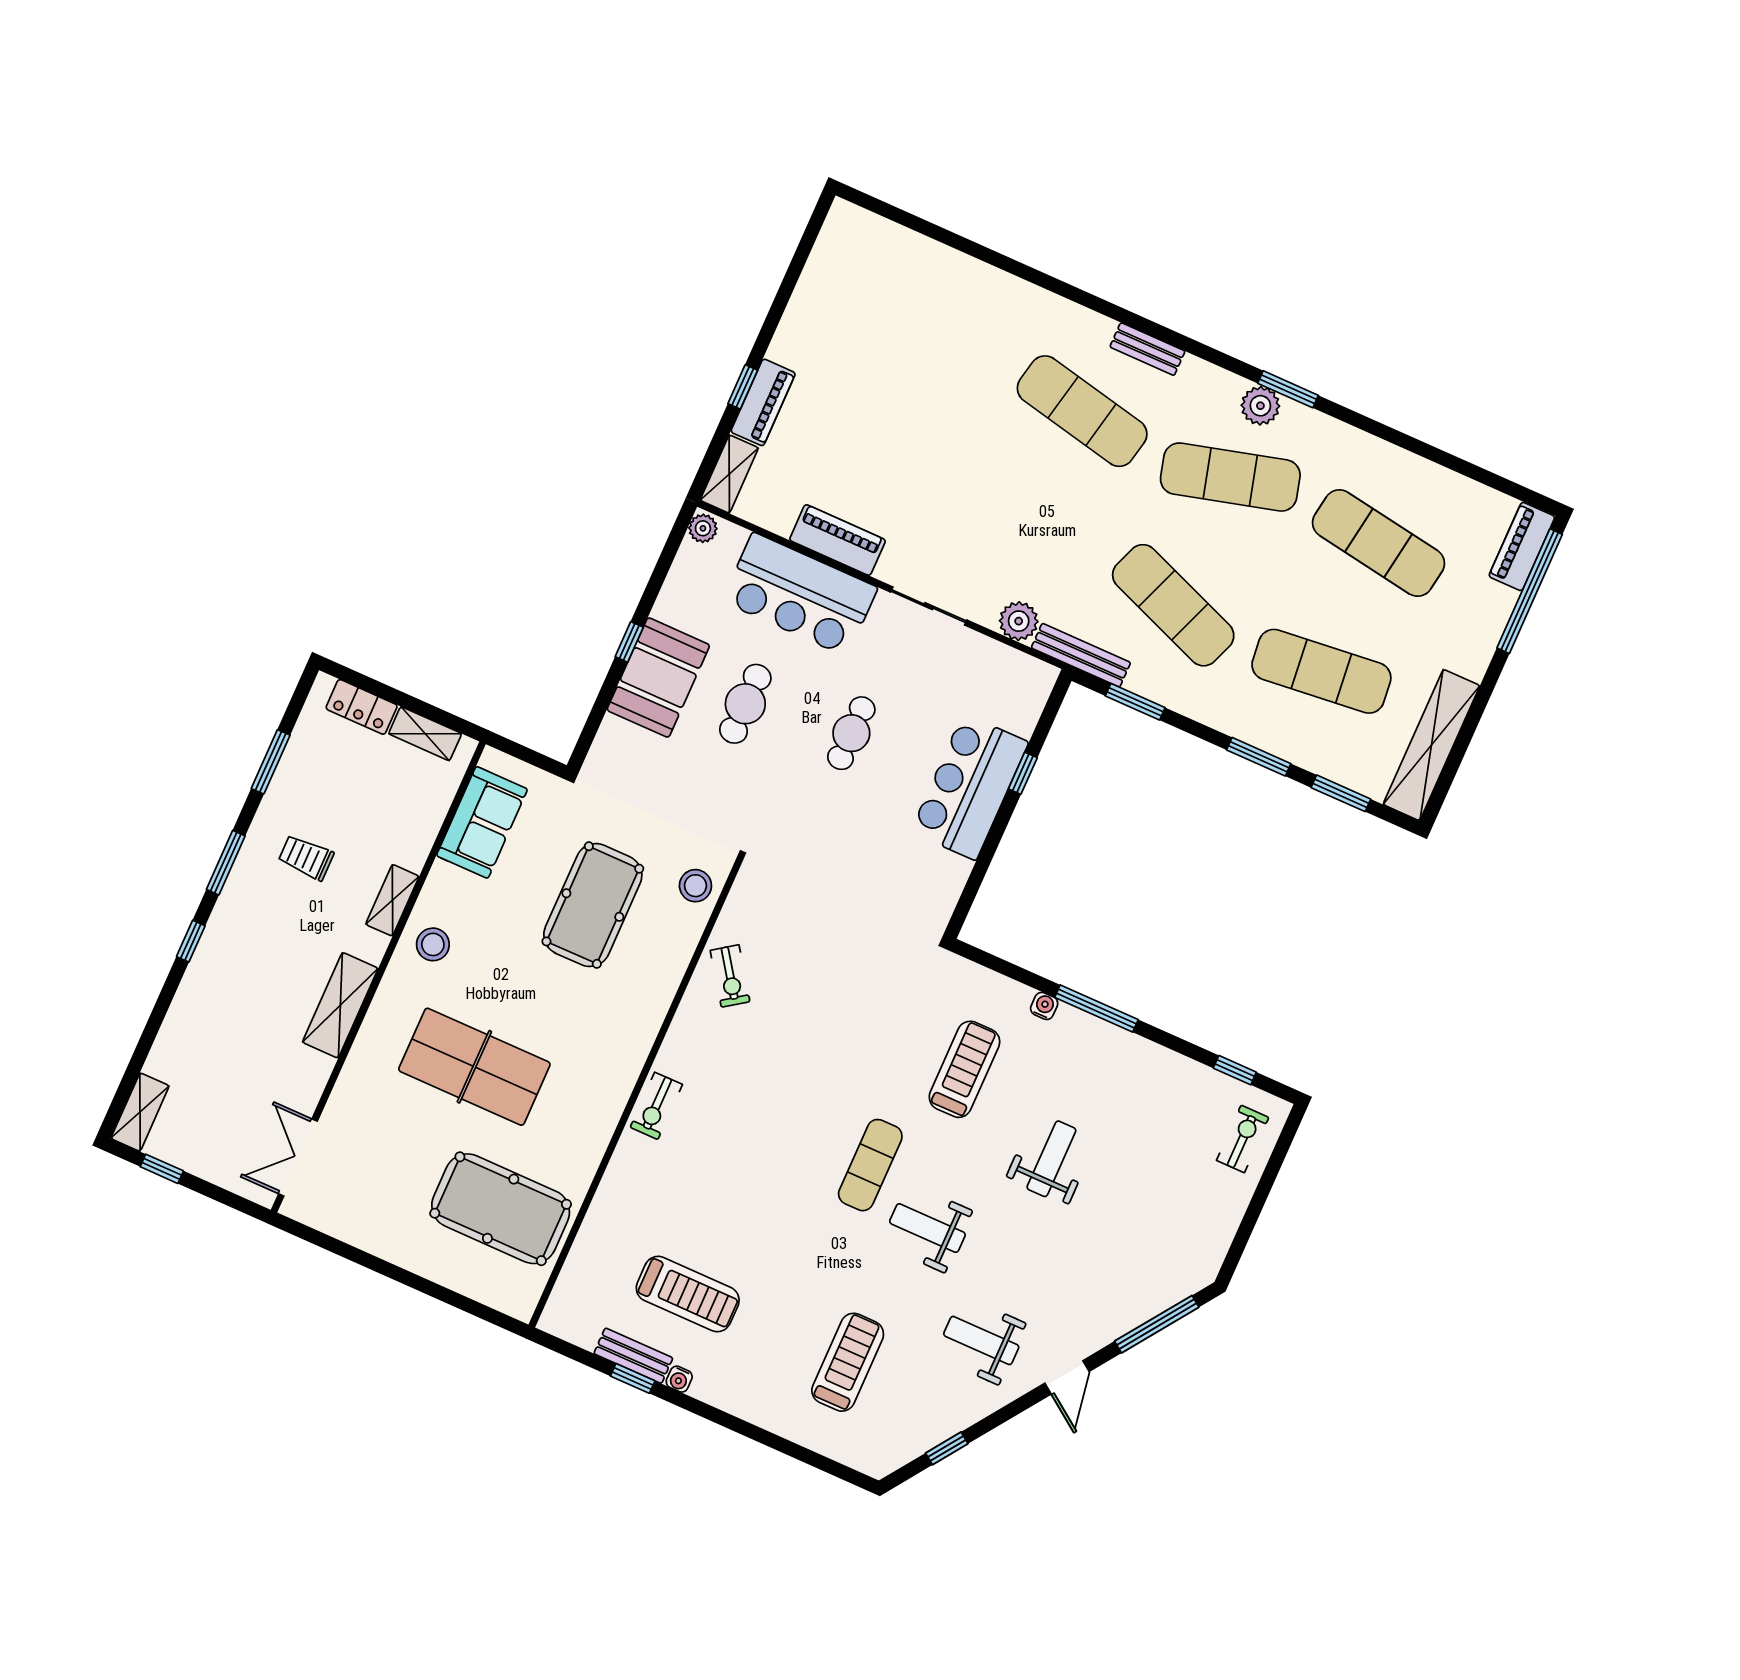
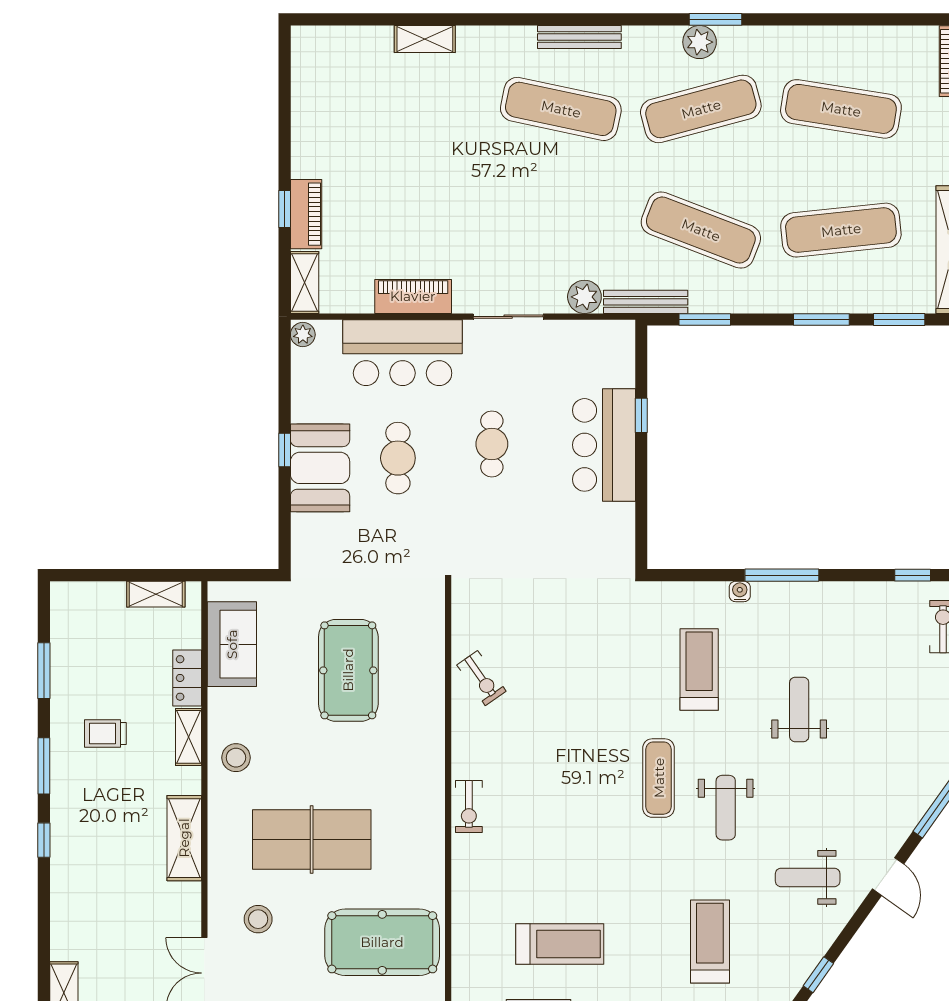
shelving: (971, 273) -> (425, 39), added
bench: (1147, 349) -> (579, 37), width x1.36
locker: (362, 707) -> (187, 678), moved, turned 90
stool: (695, 886) -> (258, 919), moved
weight bench: (927, 1228) -> (726, 808), turned -90

